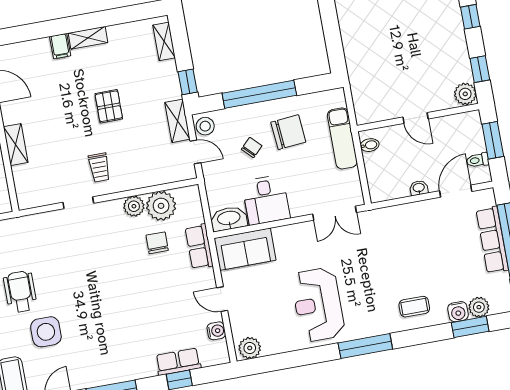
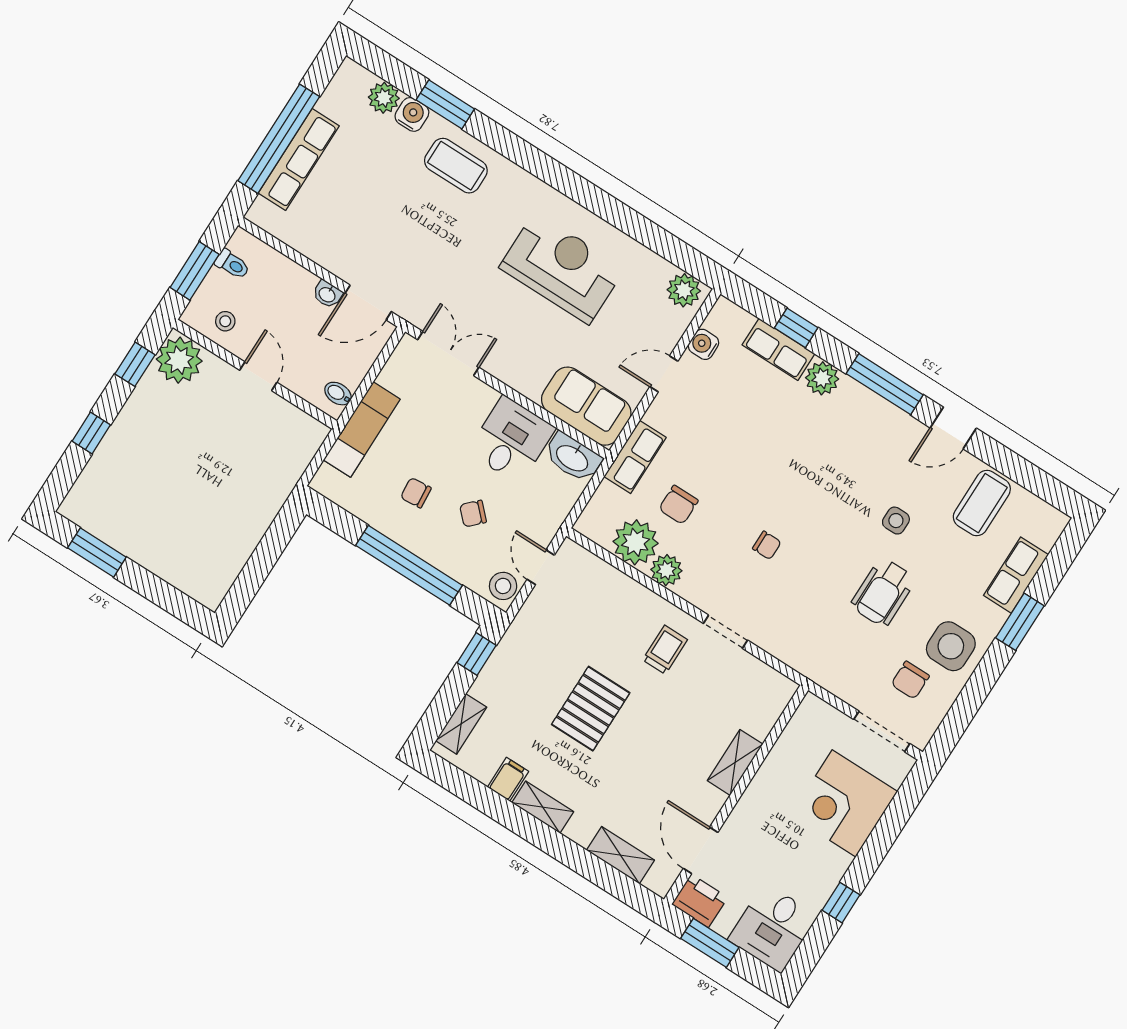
filing cabinet: (60, 46) -> (508, 779), moved
plant: (465, 94) -> (179, 360), width x1.36, depth x1.36
pallet: (109, 106) -> (591, 709), width x1.50, depth x1.42
shelving: (177, 121) -> (620, 855), moved, turned 90
stool: (456, 130) -> (225, 321), added
chair: (288, 132) -> (416, 493), width x0.54, depth x0.54
door: (456, 191) -> (368, 302), moved
chair: (97, 263) -> (767, 545), added
door: (222, 299) -> (664, 374), swing flipped
reception desk: (318, 305) -> (562, 268), turned -90
coffee table: (414, 307) -> (456, 166), width x1.36, depth x1.30
window: (470, 327) -> (445, 104), moved
side table: (46, 332) -> (896, 521), width x0.54, depth x0.54
window: (365, 346) -> (552, 172), removed
plant: (144, 367) -> (822, 378), added

